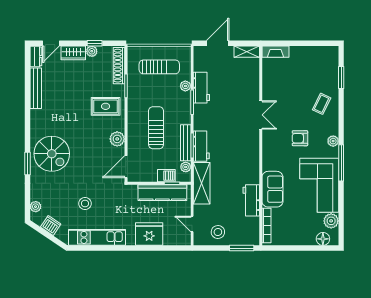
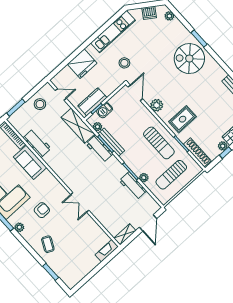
sun lounger: (156, 128) -> (159, 143), moved
kitchen counter: (162, 193) -> (92, 102), width x0.67
stool: (85, 204) -> (124, 63), moved

